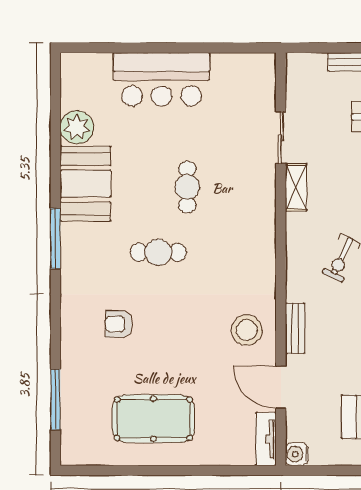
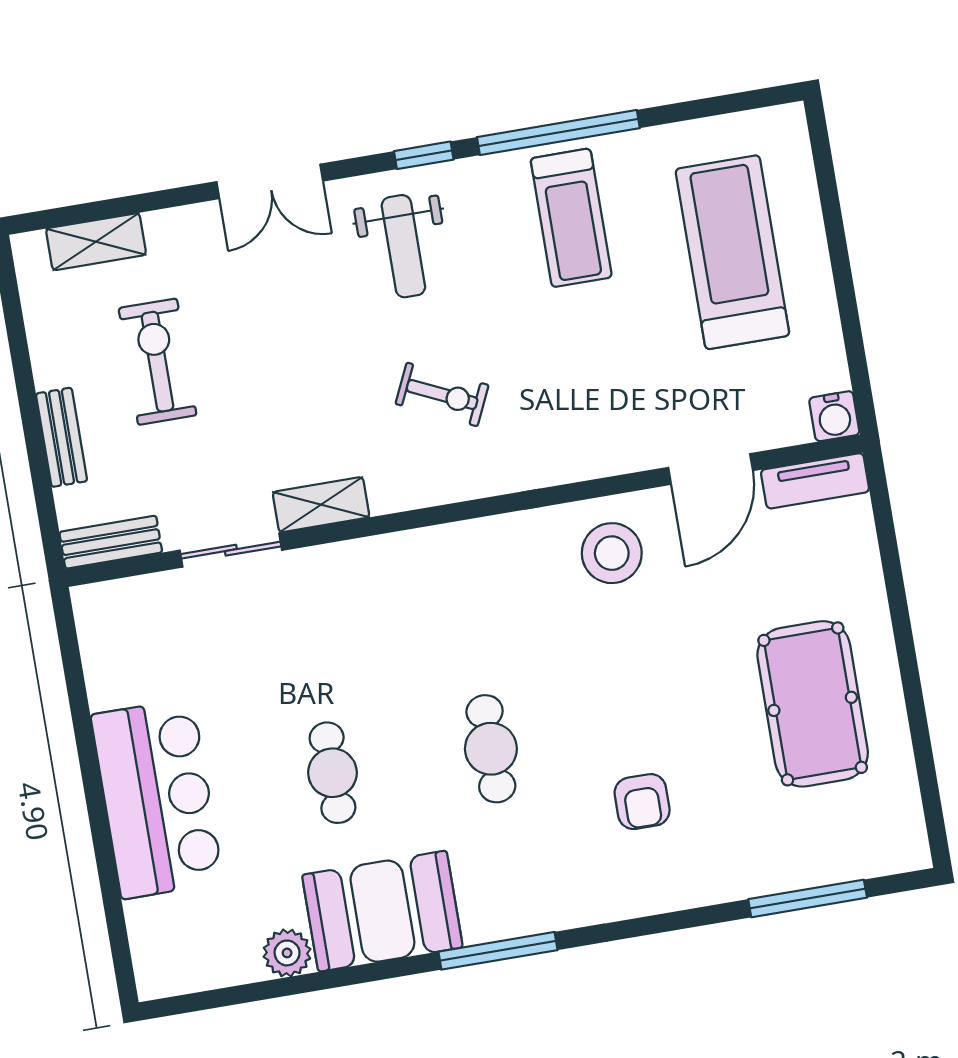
plant: (77, 127) -> (287, 953), width x0.73, depth x0.73
cafe table: (187, 187) -> (332, 773), moved, turned 90
bench: (295, 328) -> (111, 542), moved

